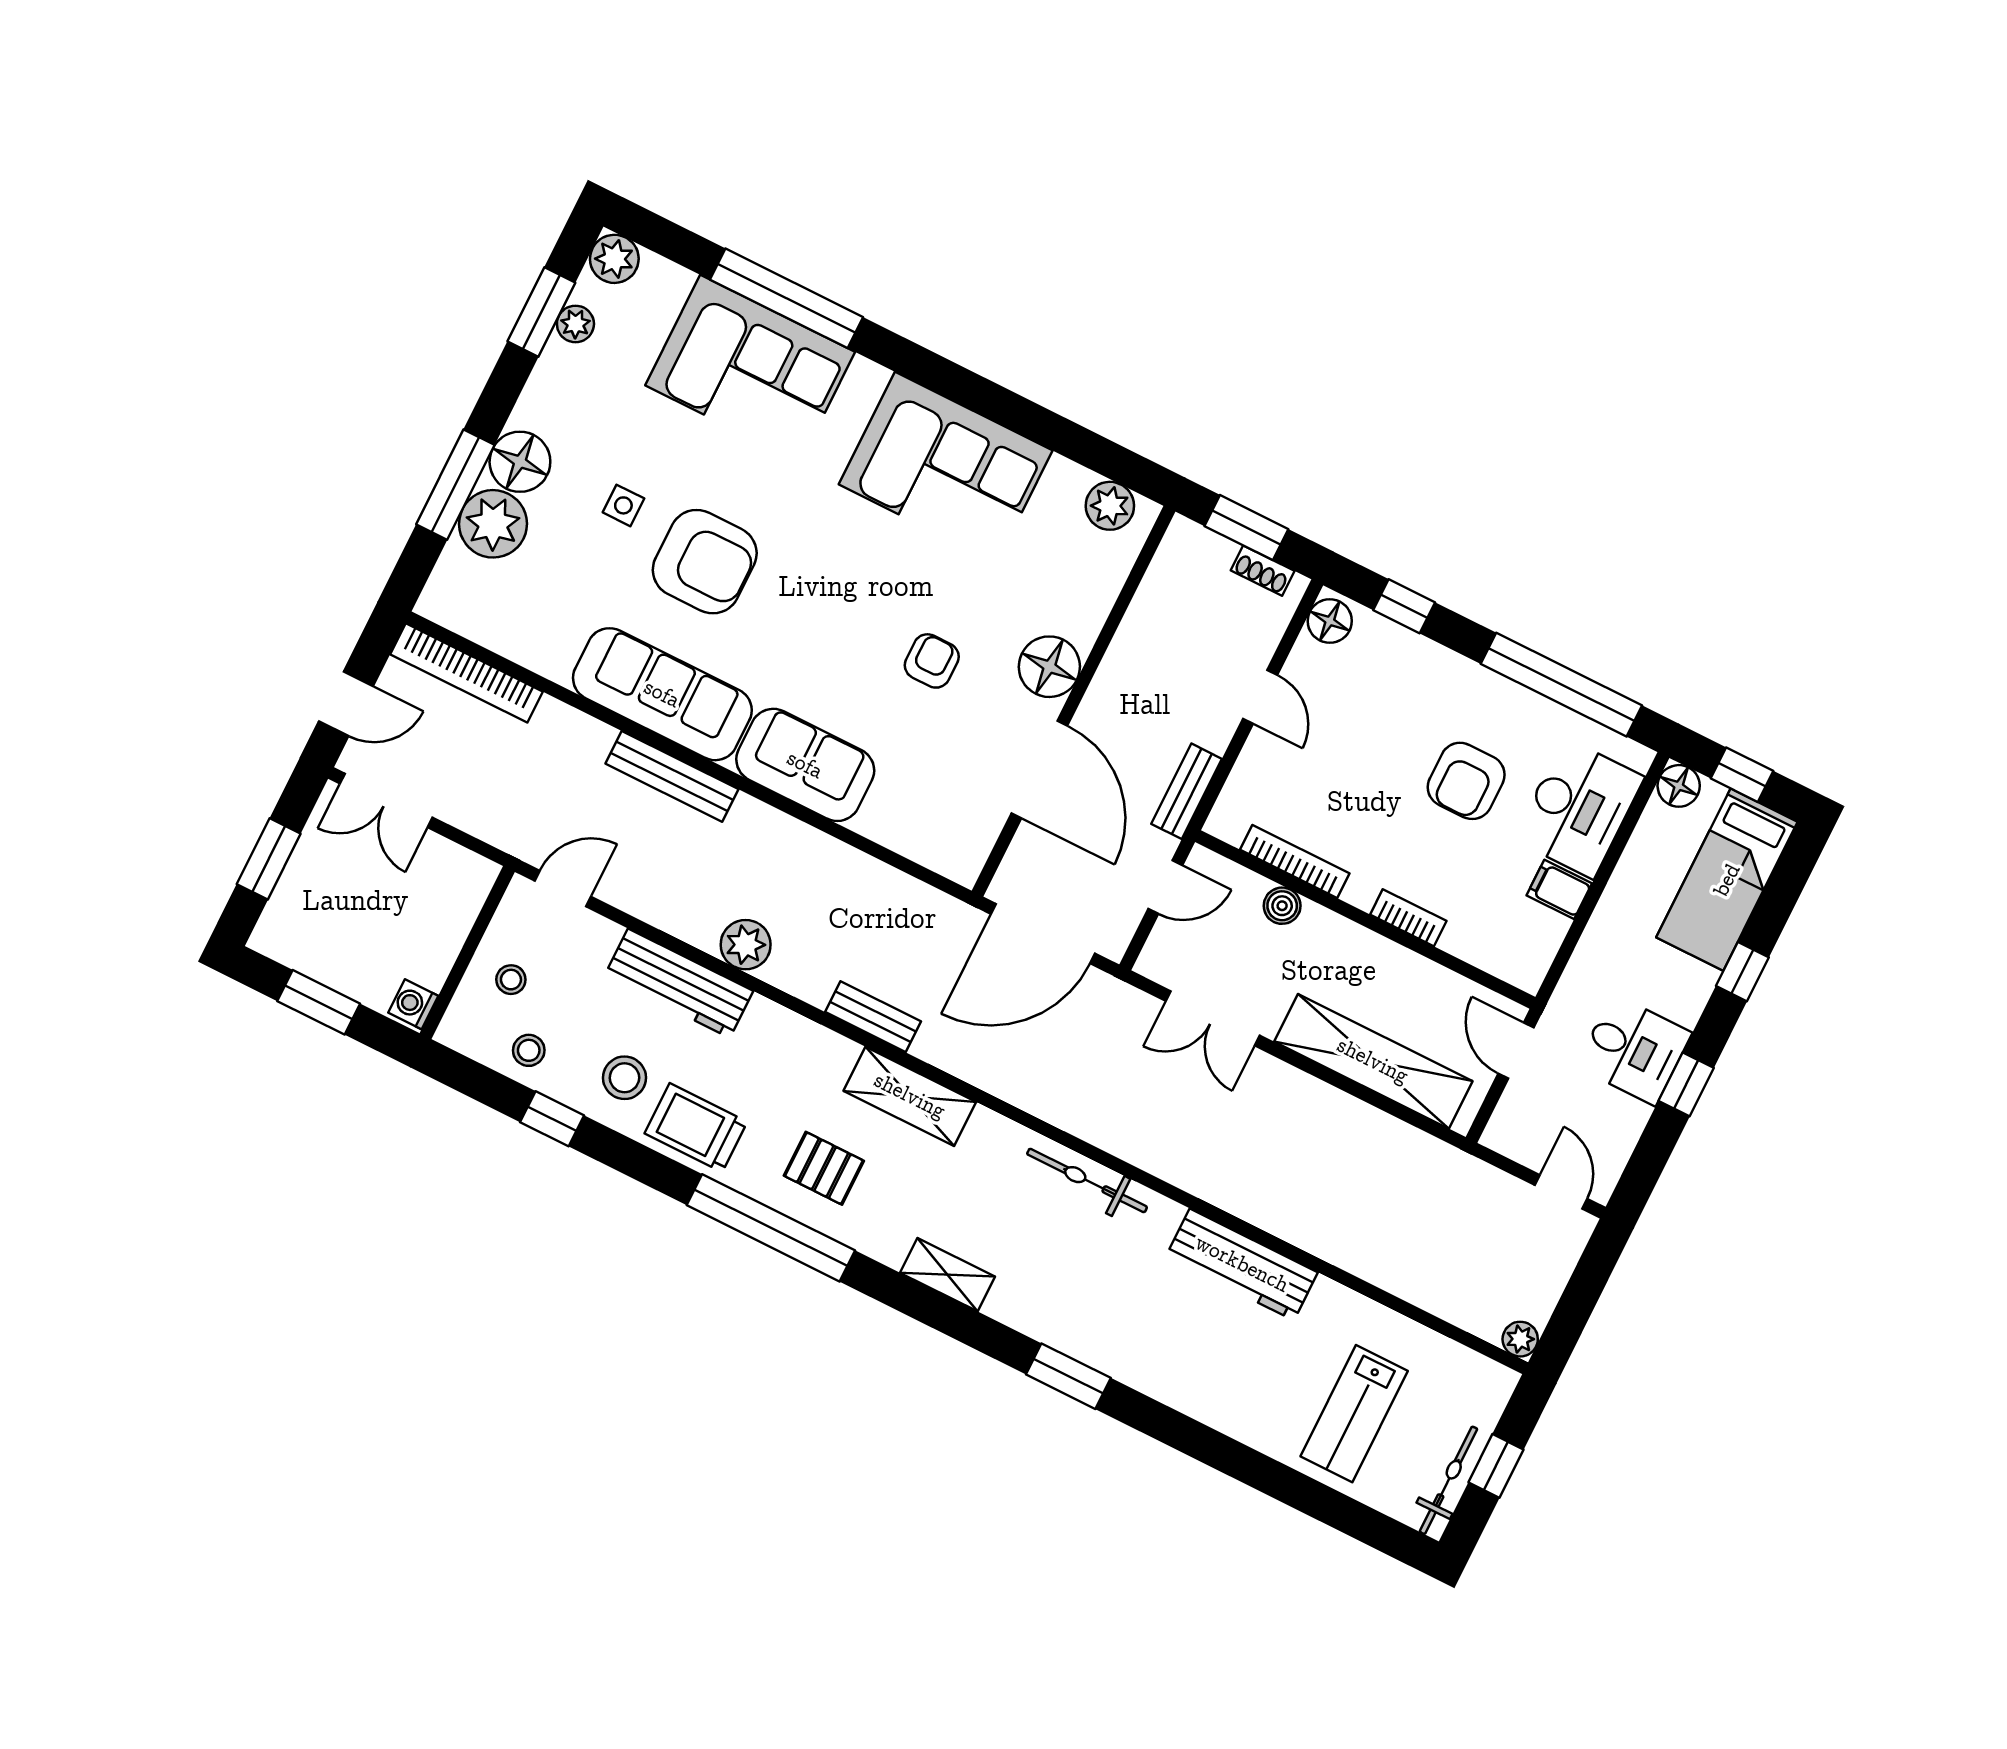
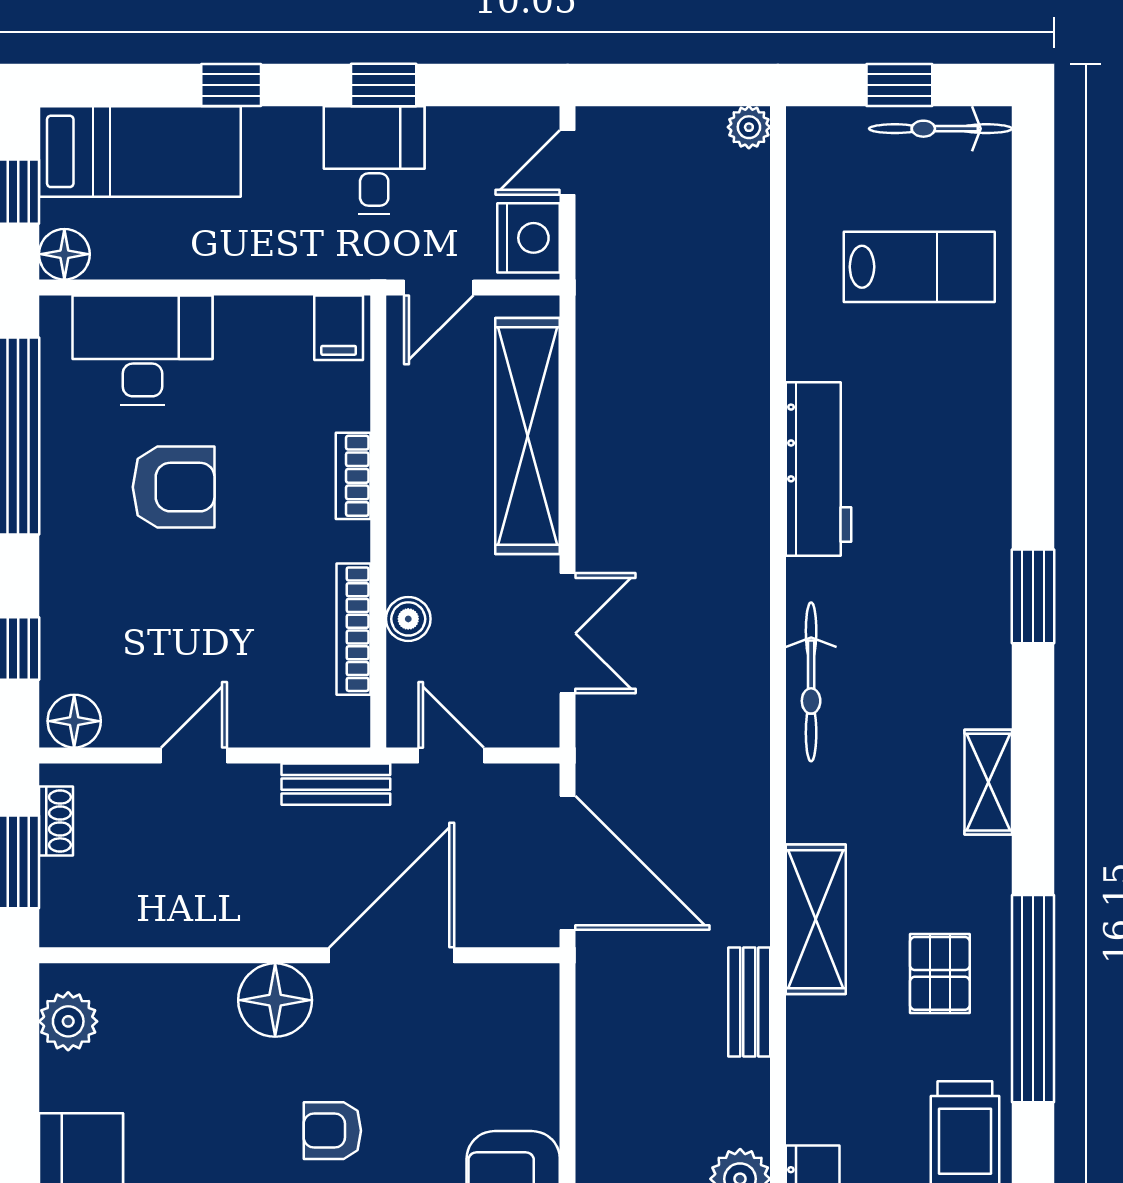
filing cabinet: (1559, 889) -> (339, 328), moved
nightstand: (1520, 1135) -> (528, 238), added

